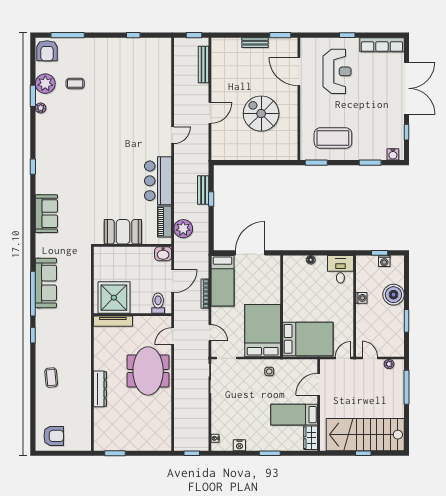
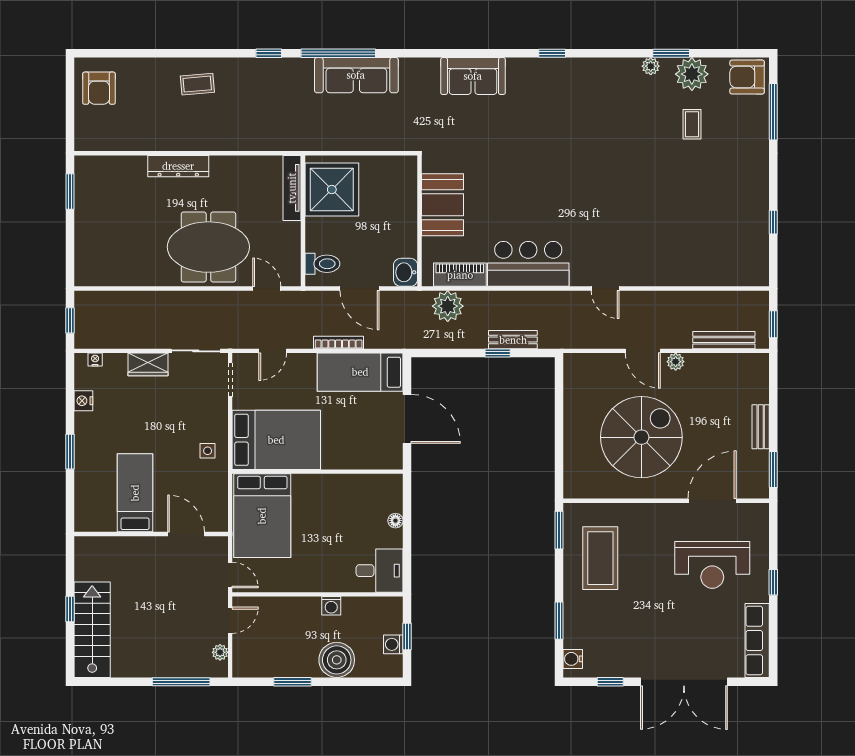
plant: (216, 93) -> (676, 362), added
spiral stairs: (261, 114) -> (641, 437), width x1.37, depth x1.37
stairs: (365, 435) -> (92, 630), width x0.73, depth x0.66
wardrobe: (311, 438) -> (148, 364), moved, turned 180

